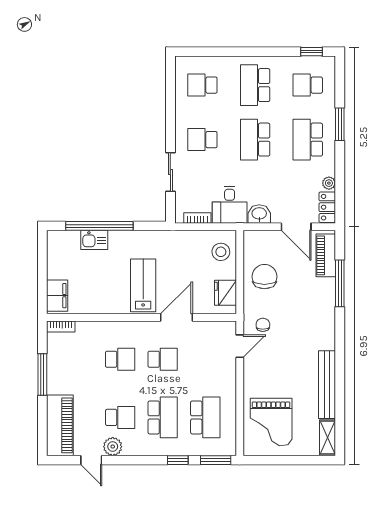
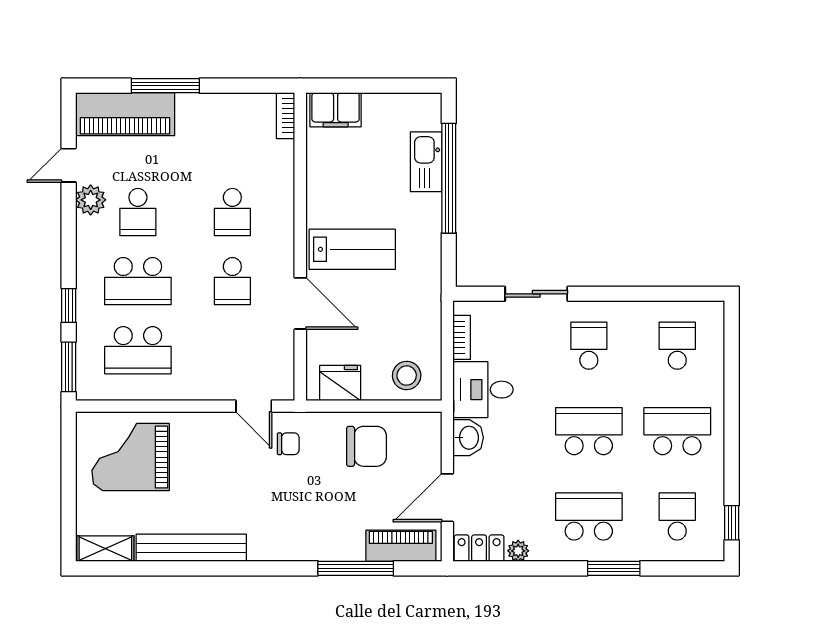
kitchen sink: (94, 240) -> (426, 162), width x1.38
window: (42, 375) -> (165, 86), moved

